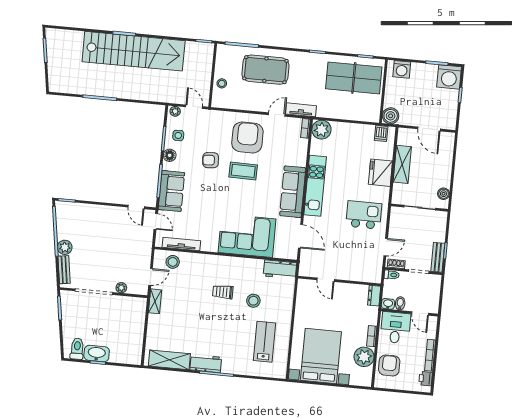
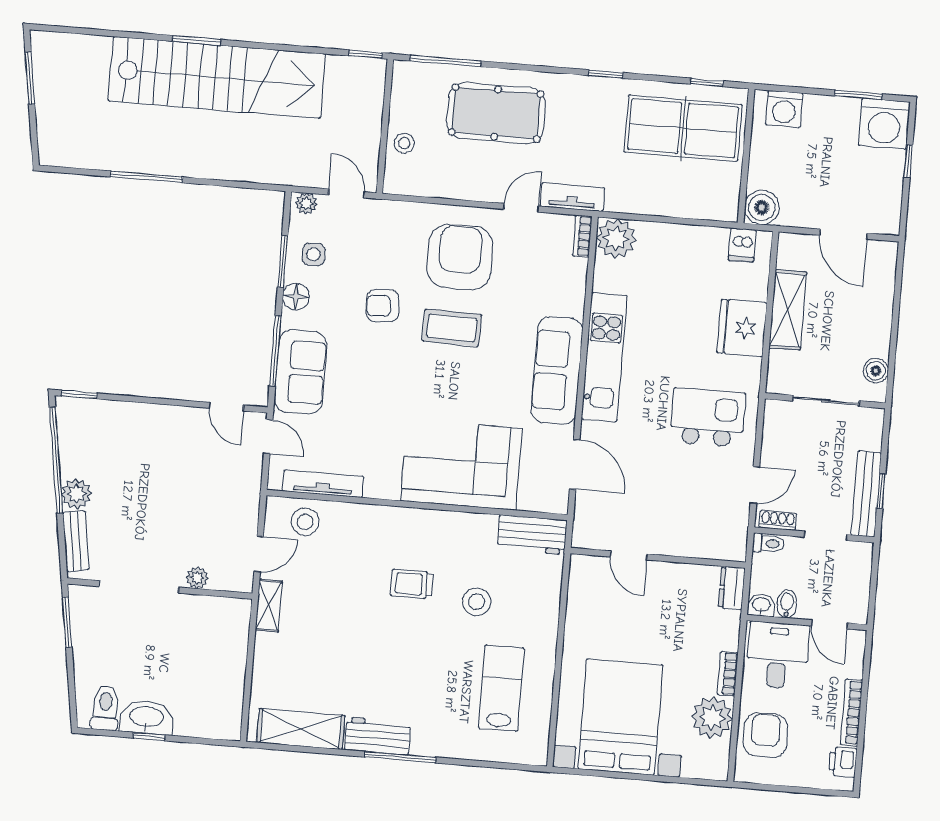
bench: (438, 257) -> (866, 494), width x1.36

